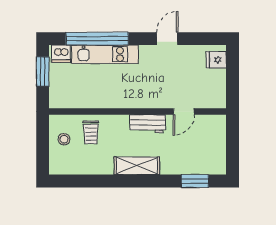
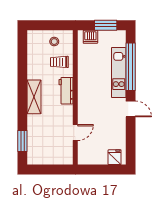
door: (167, 39) -> (131, 109), moved
dishwasher: (61, 54) -> (90, 37), moved, turned -90
door: (184, 111) -> (75, 133), swing flipped
workbench: (148, 124) -> (66, 91), moved

